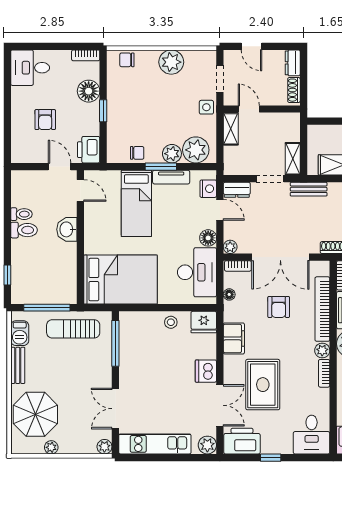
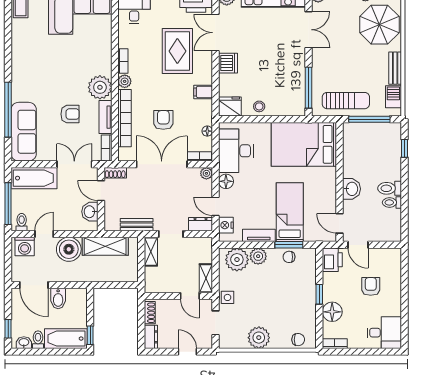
window: (161, 167) -> (289, 245), moved
filing cabinet: (234, 338) -> (203, 92), width x0.50

